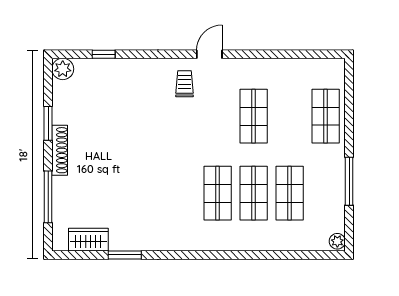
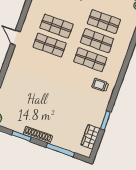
trolley: (184, 84) -> (100, 85), moved
shop shelf: (218, 116) -> (50, 45), added

